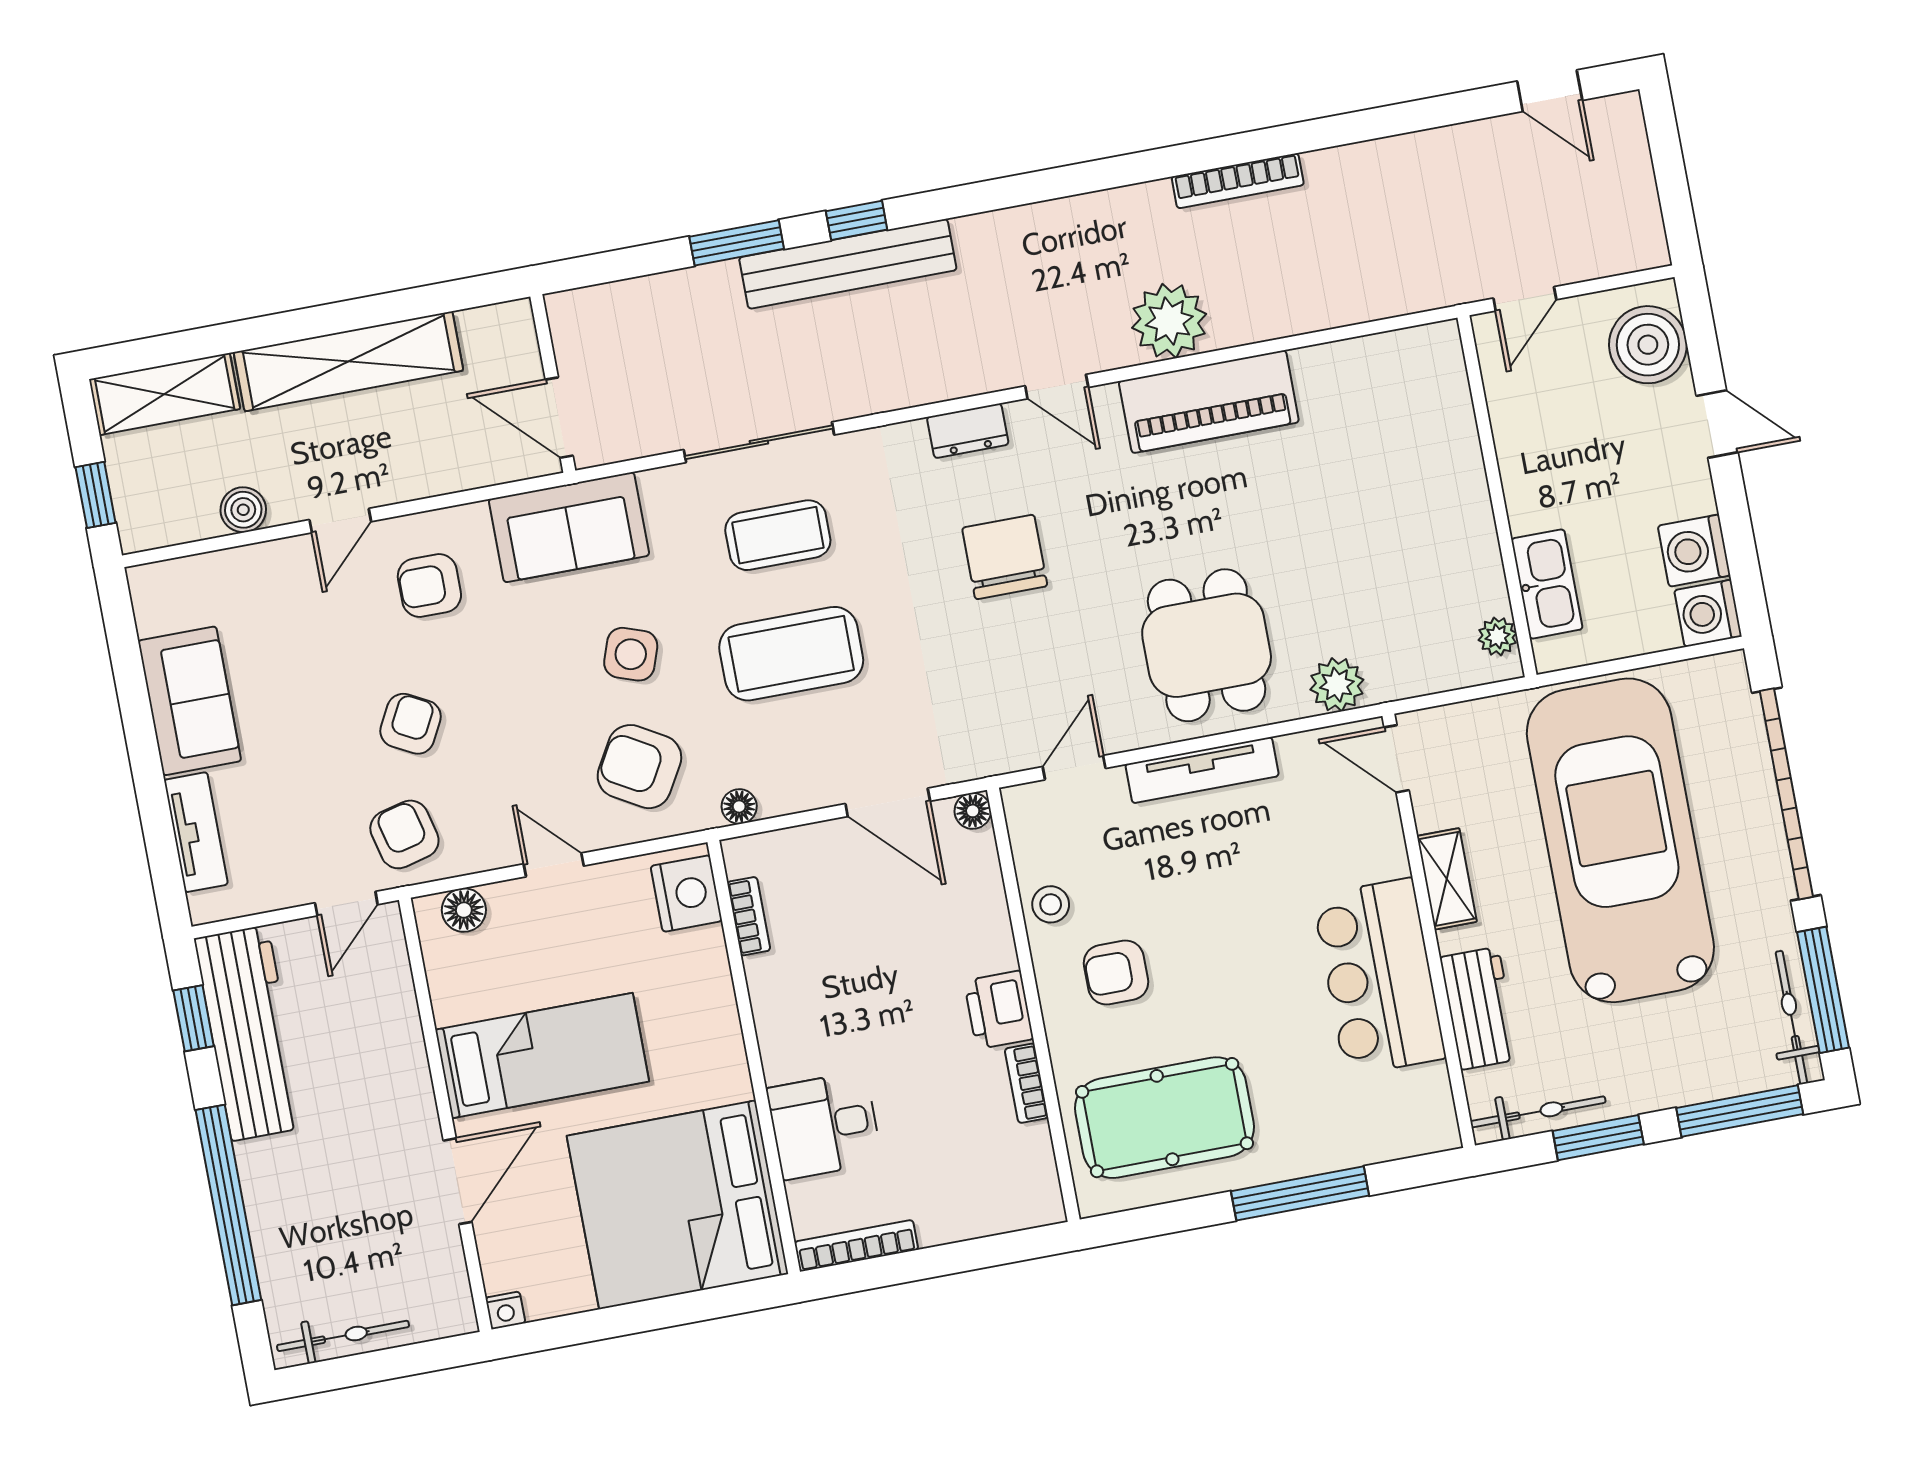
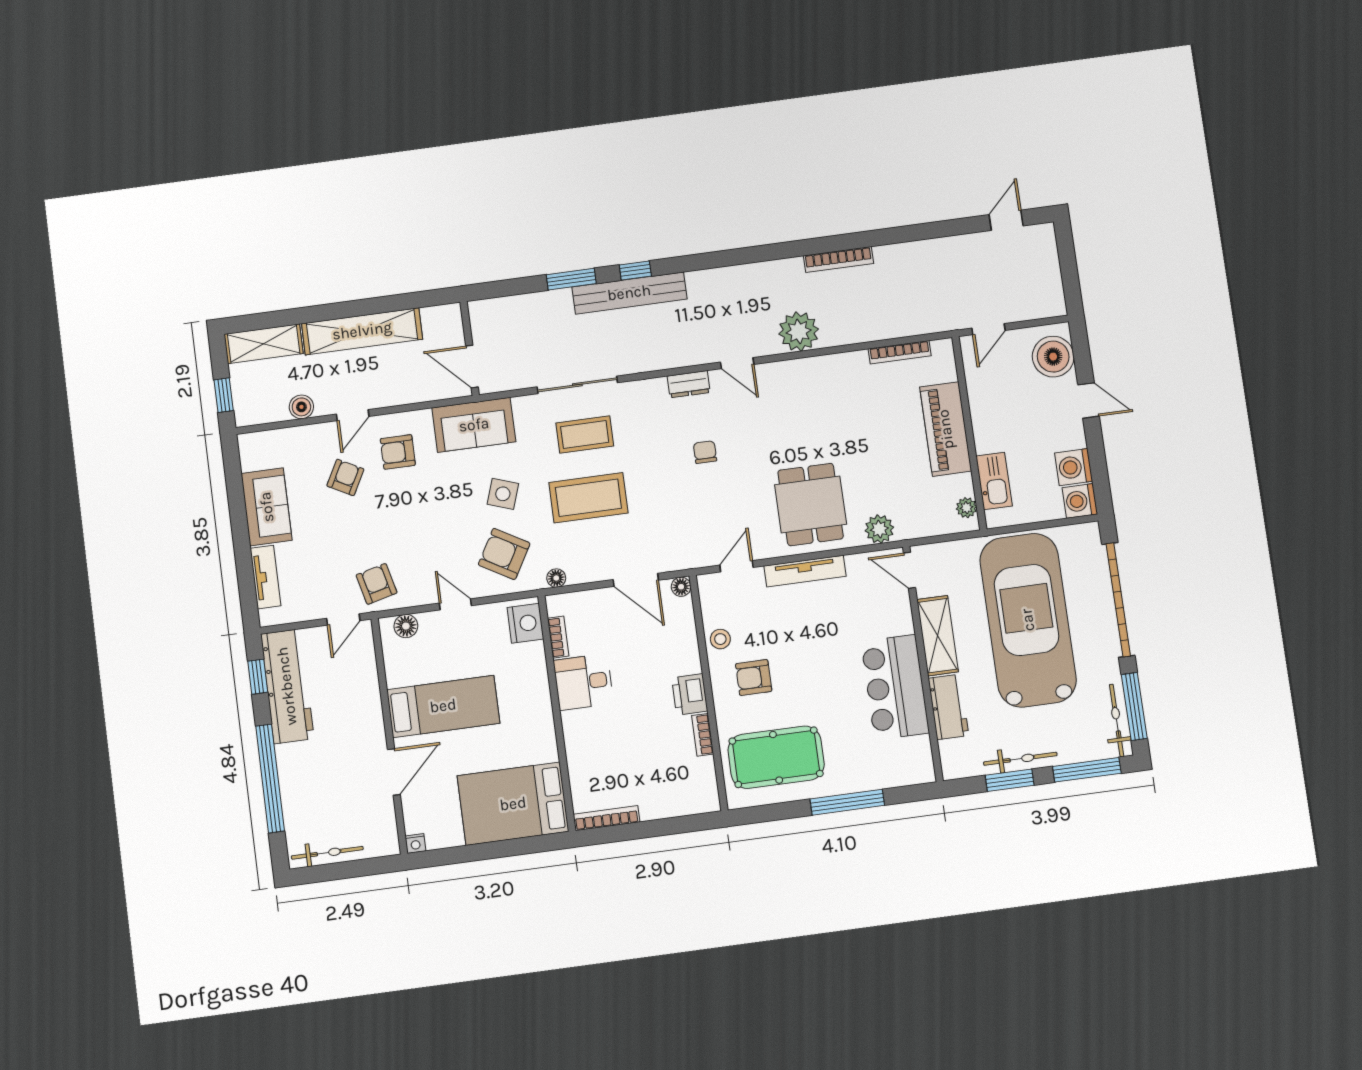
door: (1550, 91) -> (1006, 220), swing flipped
bookcase: (1360, 351) -> (900, 352), added
piano: (1209, 402) -> (946, 429), moved, turned 90
chair: (1005, 557) -> (705, 452), width x0.54, depth x0.54
armchair: (411, 724) -> (345, 477), moved
shelving: (1447, 879) -> (938, 636), width x1.50, depth x1.33
bicycle: (1538, 1112) -> (1020, 759), moved
desk: (824, 1125) -> (583, 682), moved
bed: (678, 1205) -> (513, 804), width x0.73

